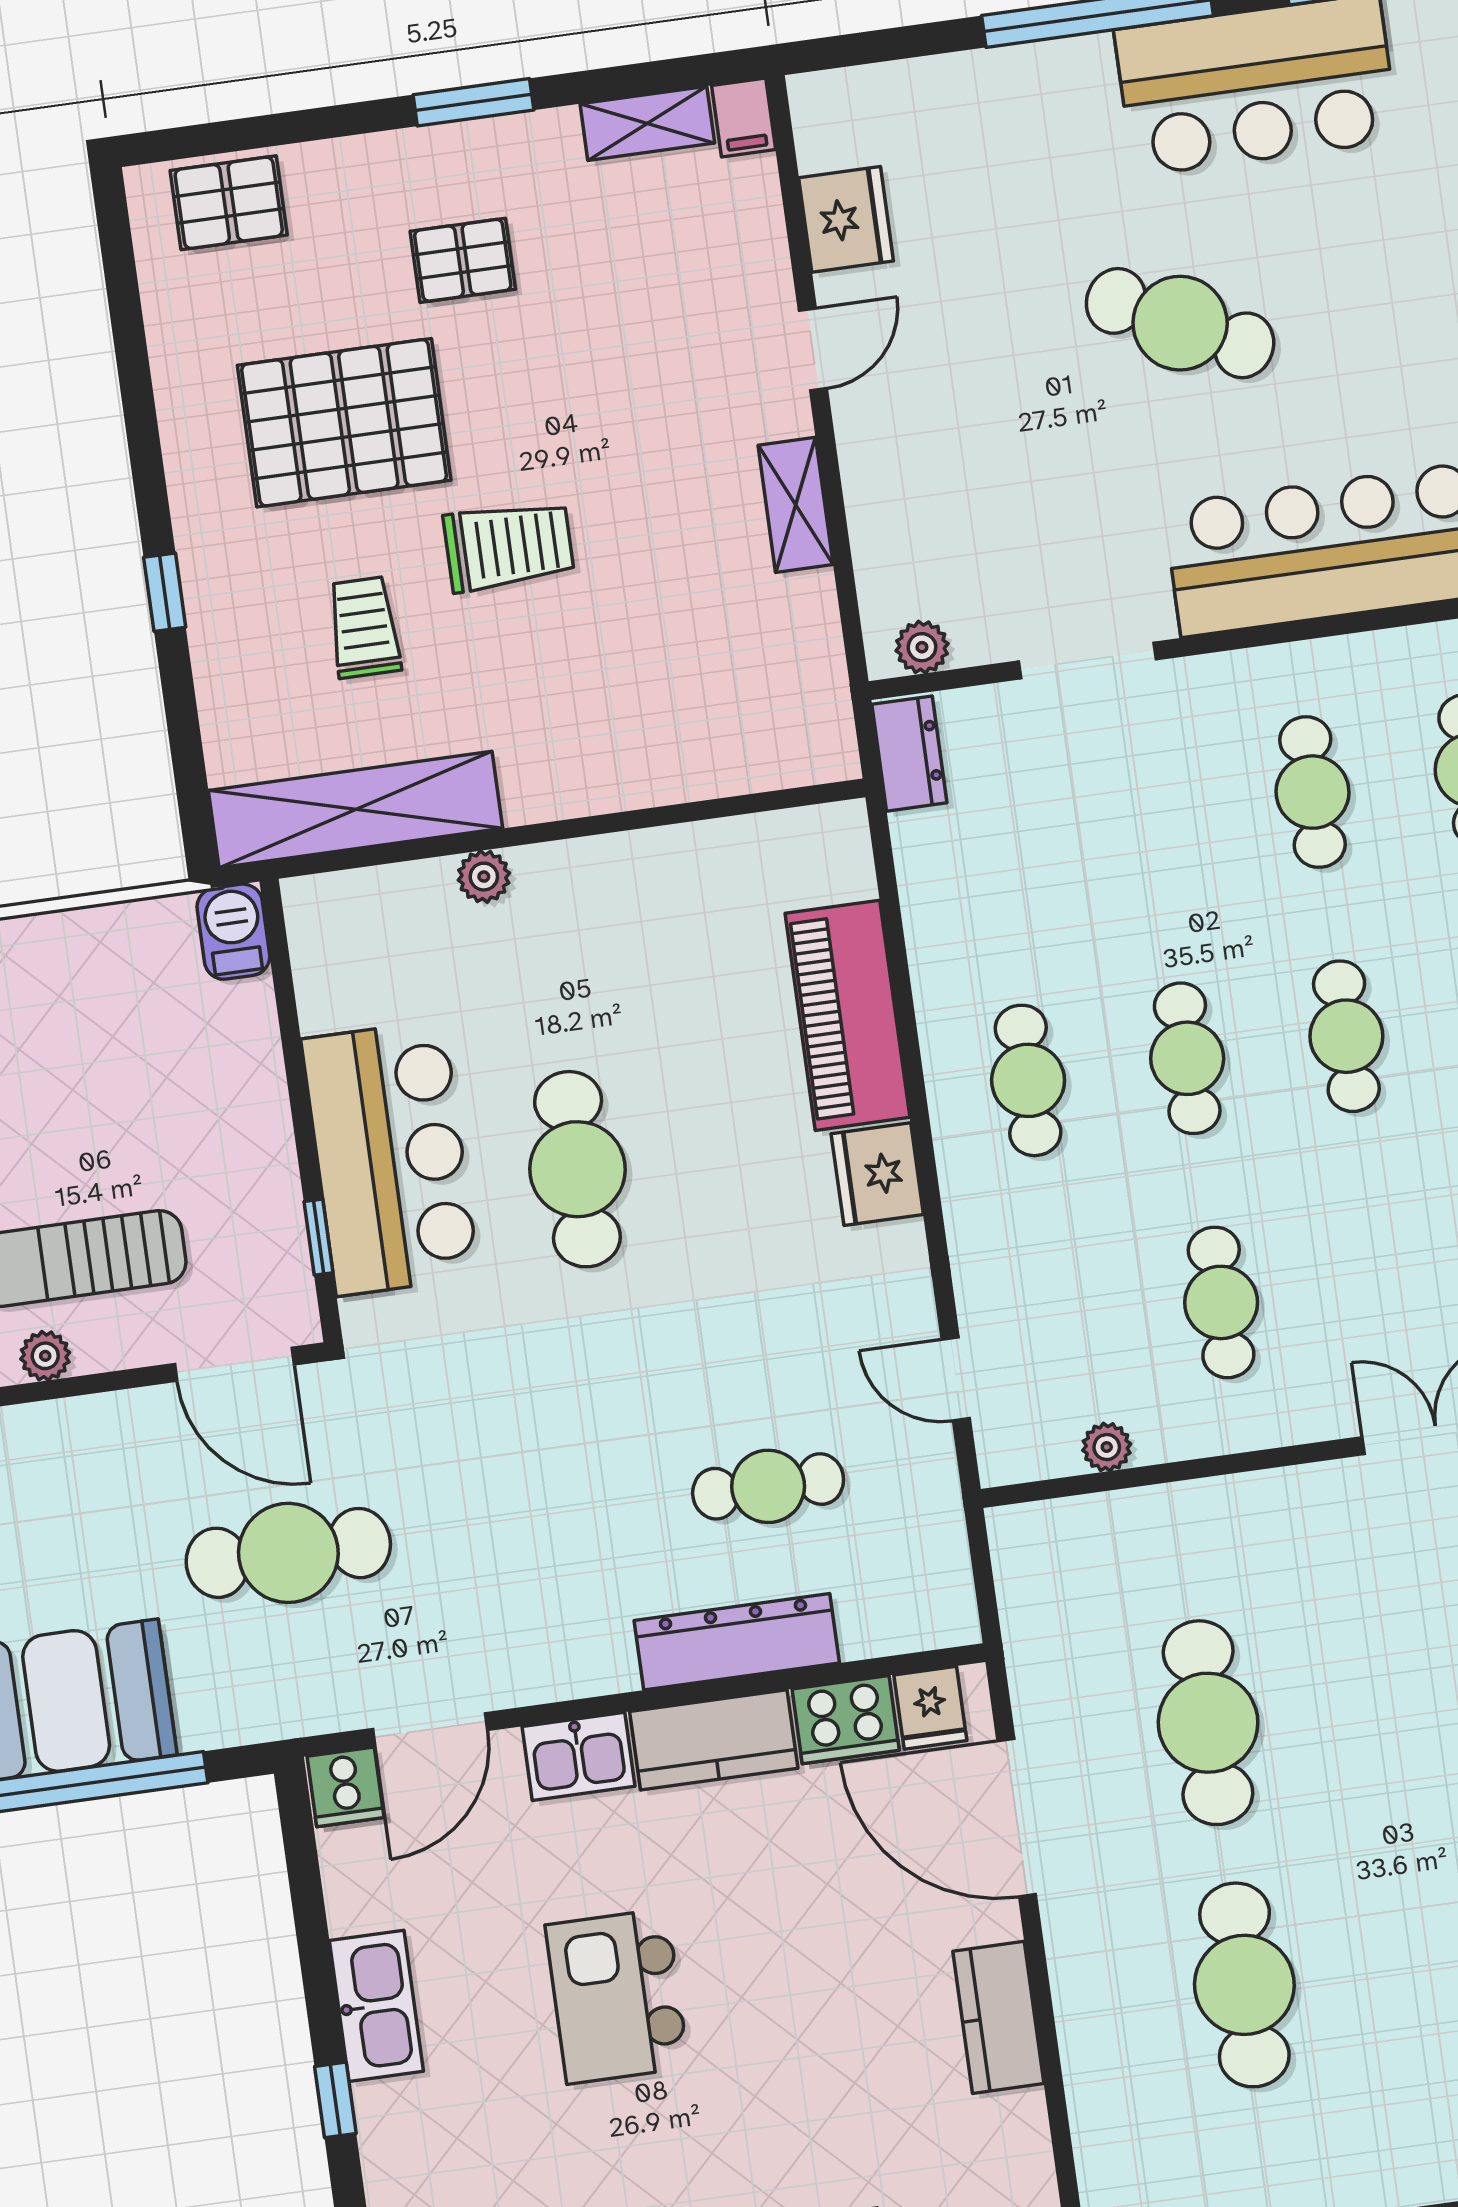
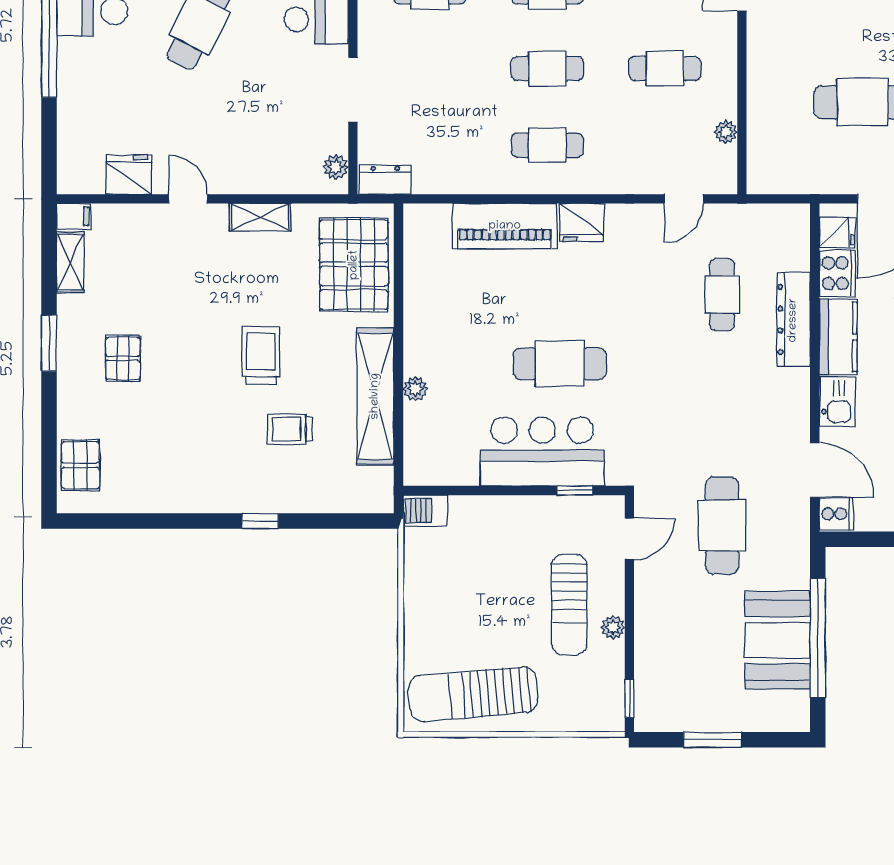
pallet: (344, 423) -> (354, 265), moved
shelving: (355, 809) -> (375, 396), moved
door: (234, 1364) -> (629, 539), width x0.73

